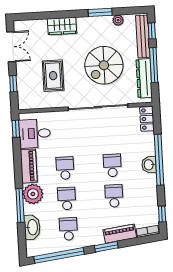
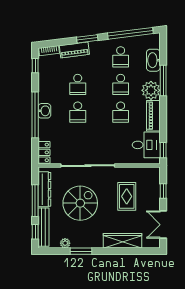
wardrobe: (62, 26) -> (123, 241), width x1.50

